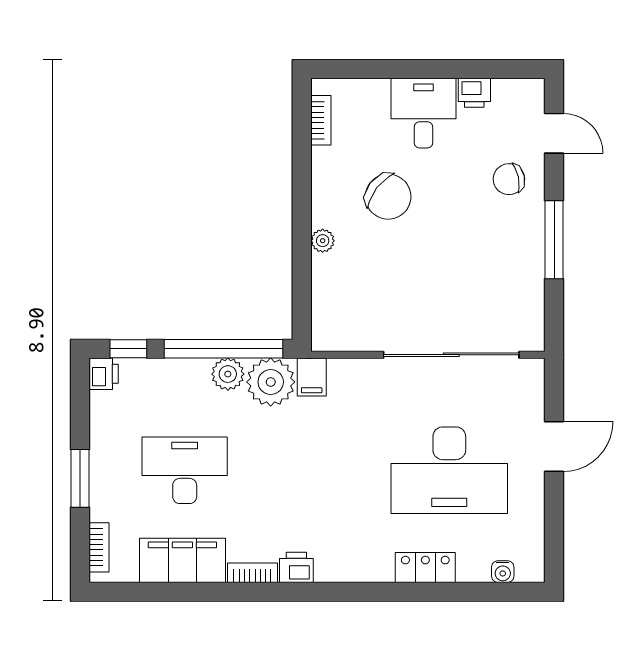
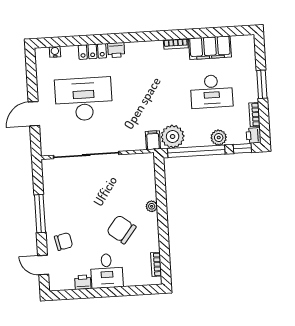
plant: (228, 374) -> (219, 138), moved
bookcase: (99, 547) -> (254, 115), moved
printer: (296, 567) -> (116, 50), moved

